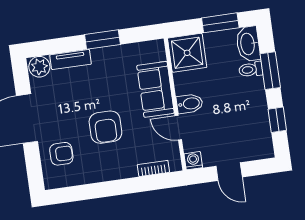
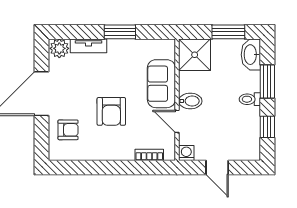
toilet: (251, 69) -> (250, 99), moved

